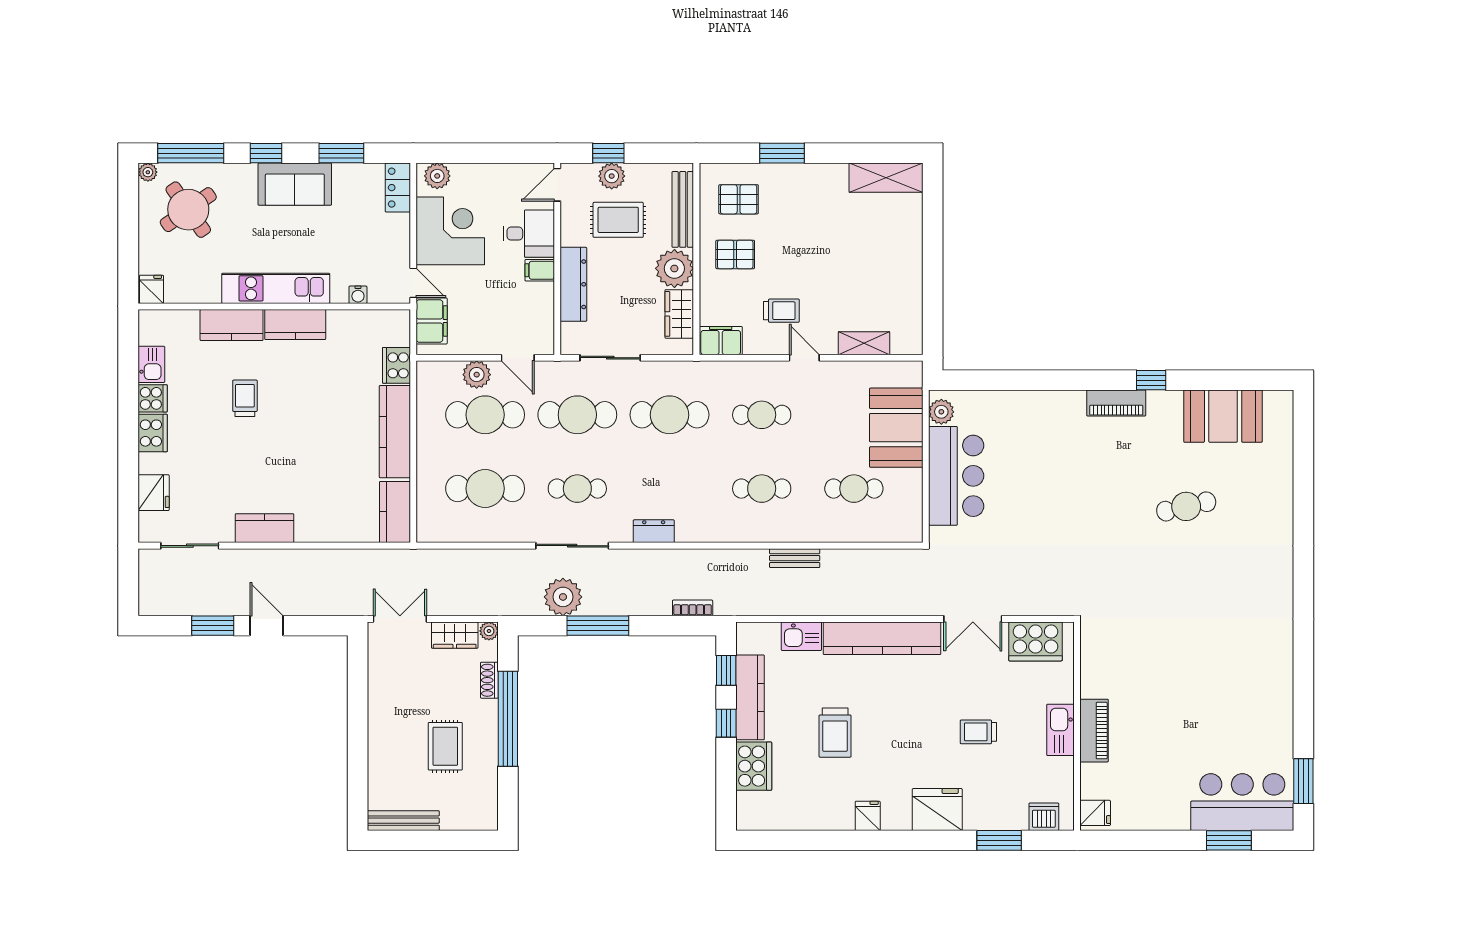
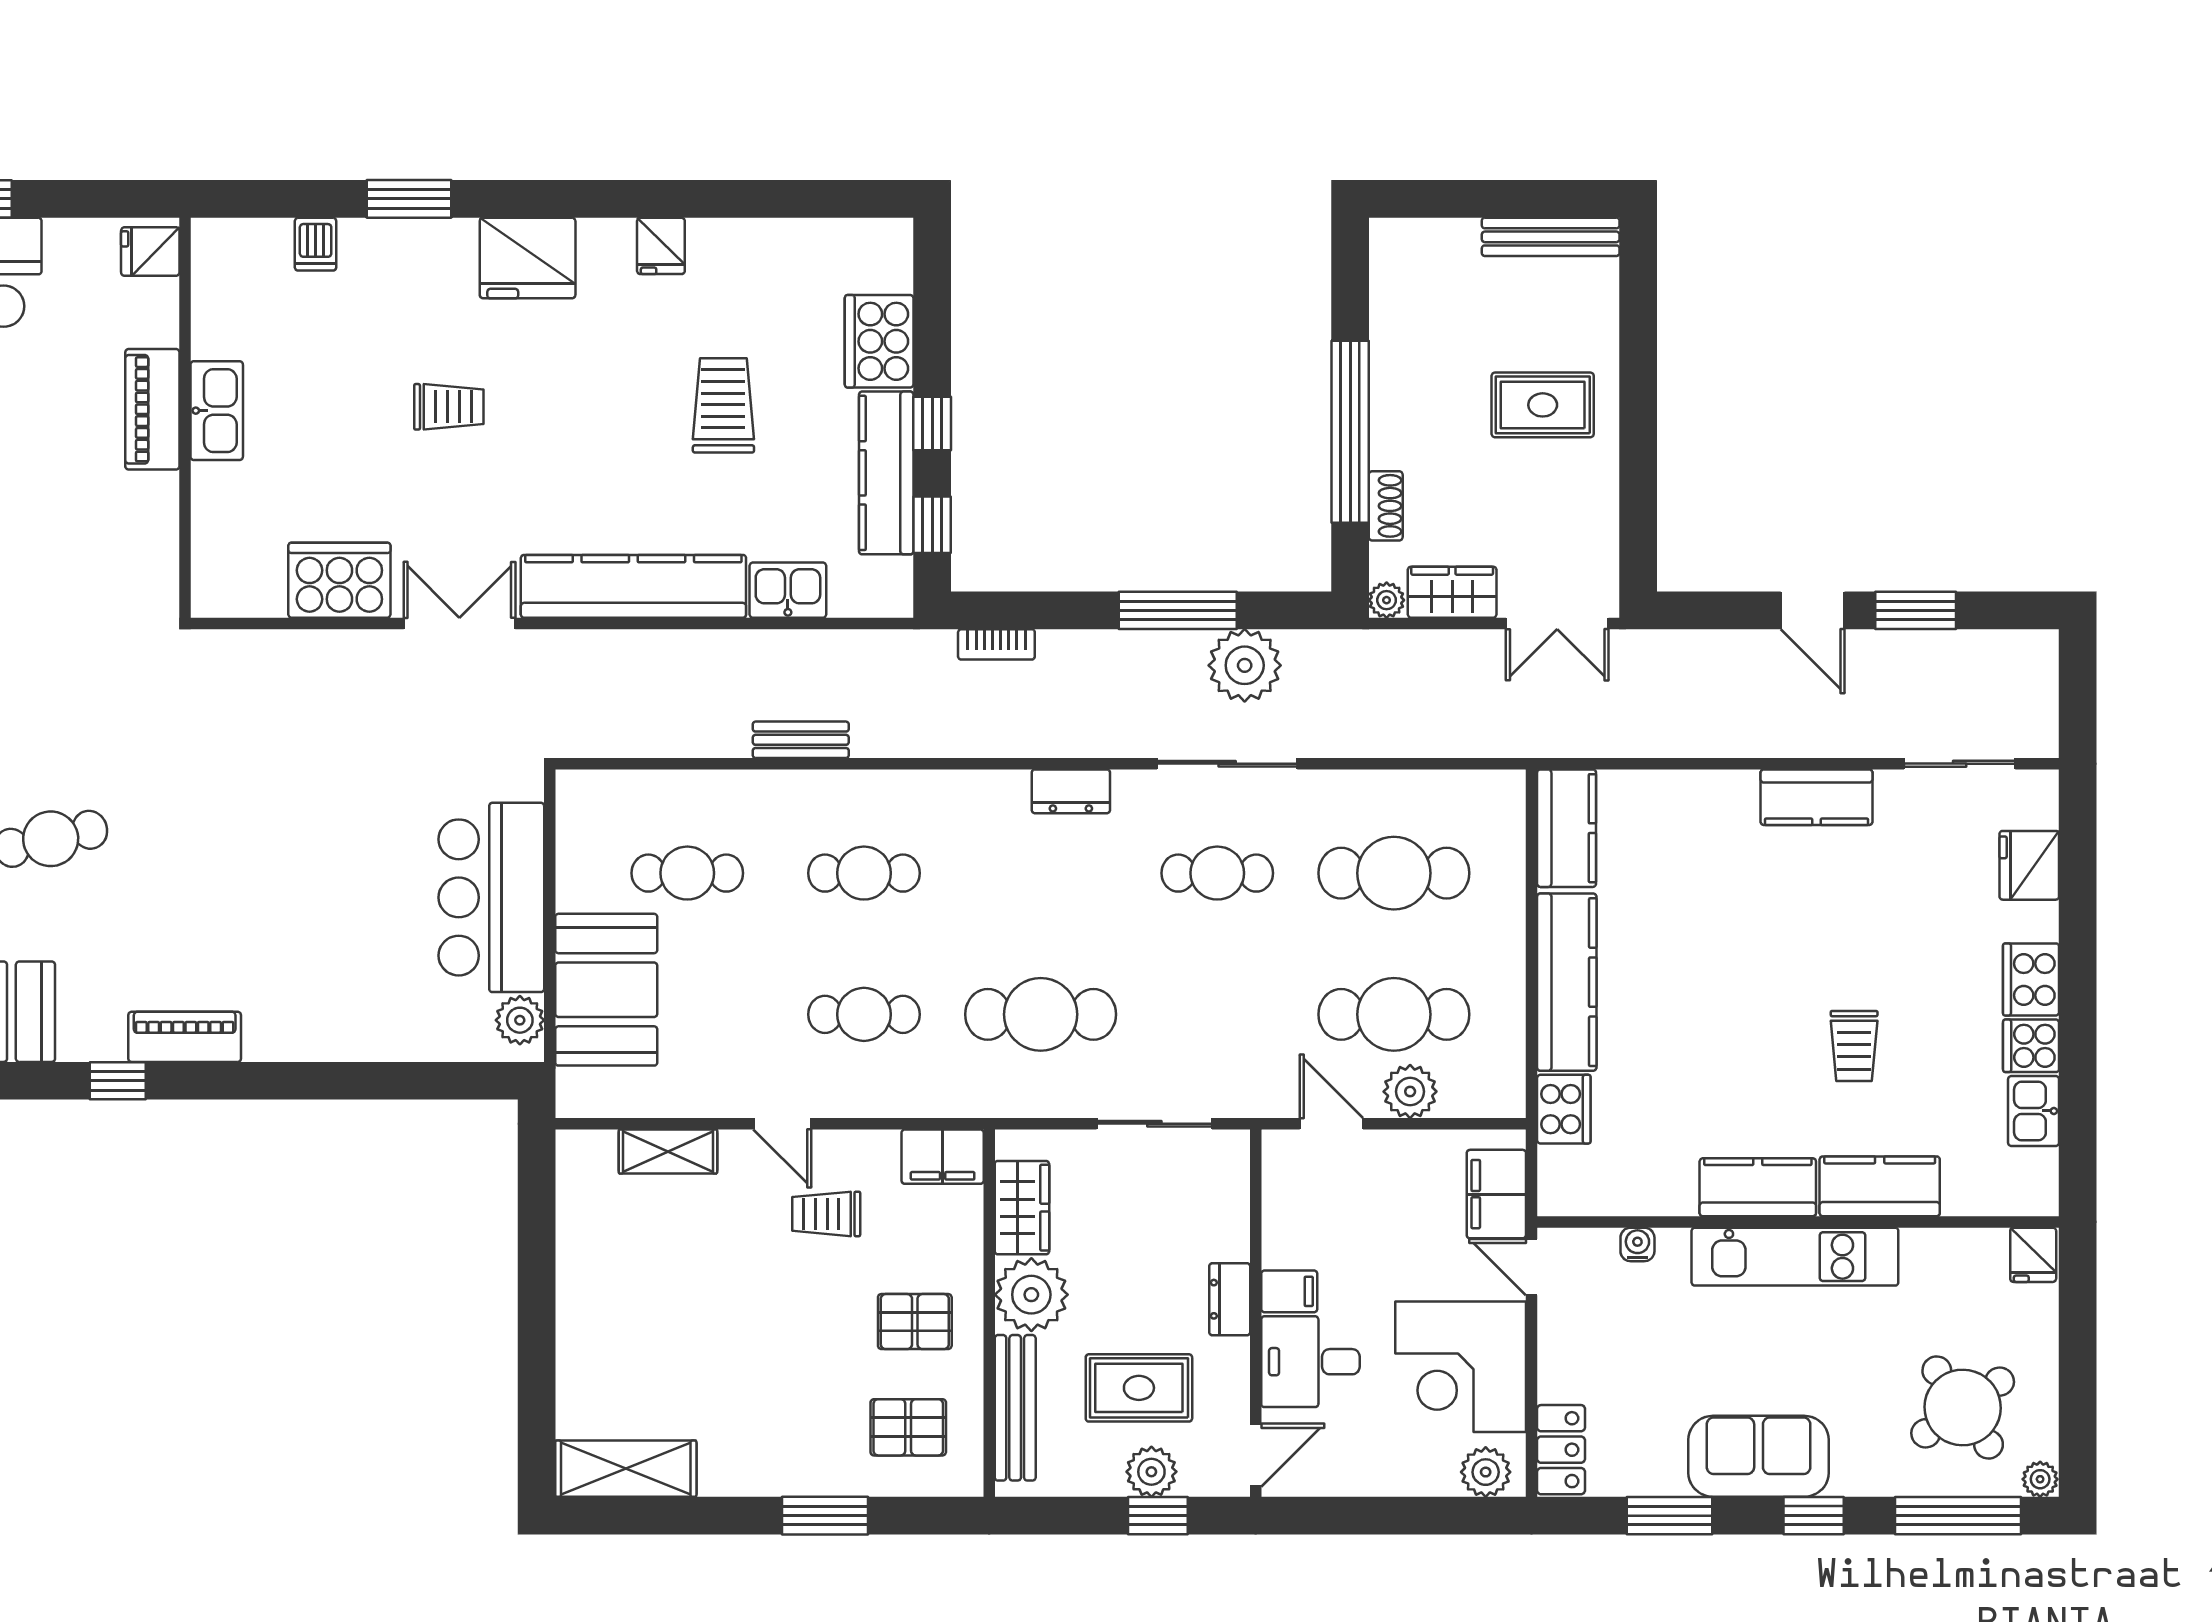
dresser: (573, 284) -> (1230, 1299), width x0.51, depth x0.80
cafe table: (577, 415) -> (1217, 1014), removed
wall: (1077, 726) -> (185, 418), moved
kitchen sink: (1060, 730) -> (217, 411), moved
piano: (1094, 731) -> (152, 409), moved
rug: (445, 746) -> (1543, 405), moved, turned 90
fridge: (1095, 813) -> (150, 252), moved
dishwasher: (1044, 817) -> (316, 244), width x0.73

